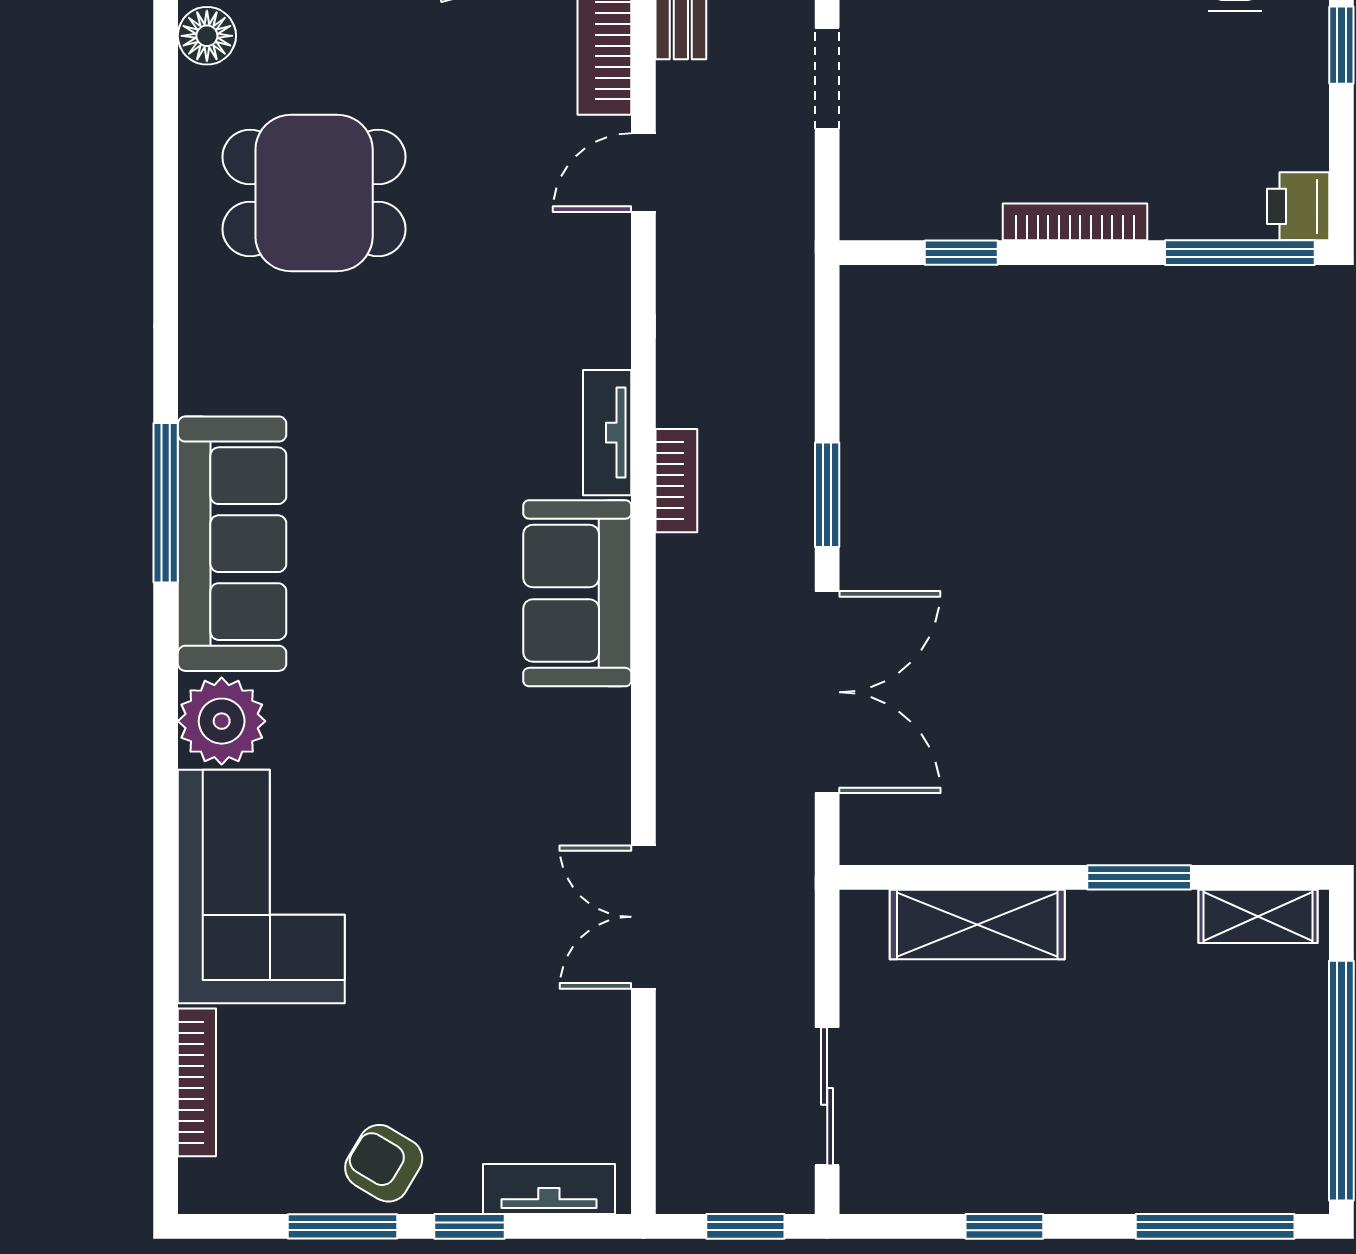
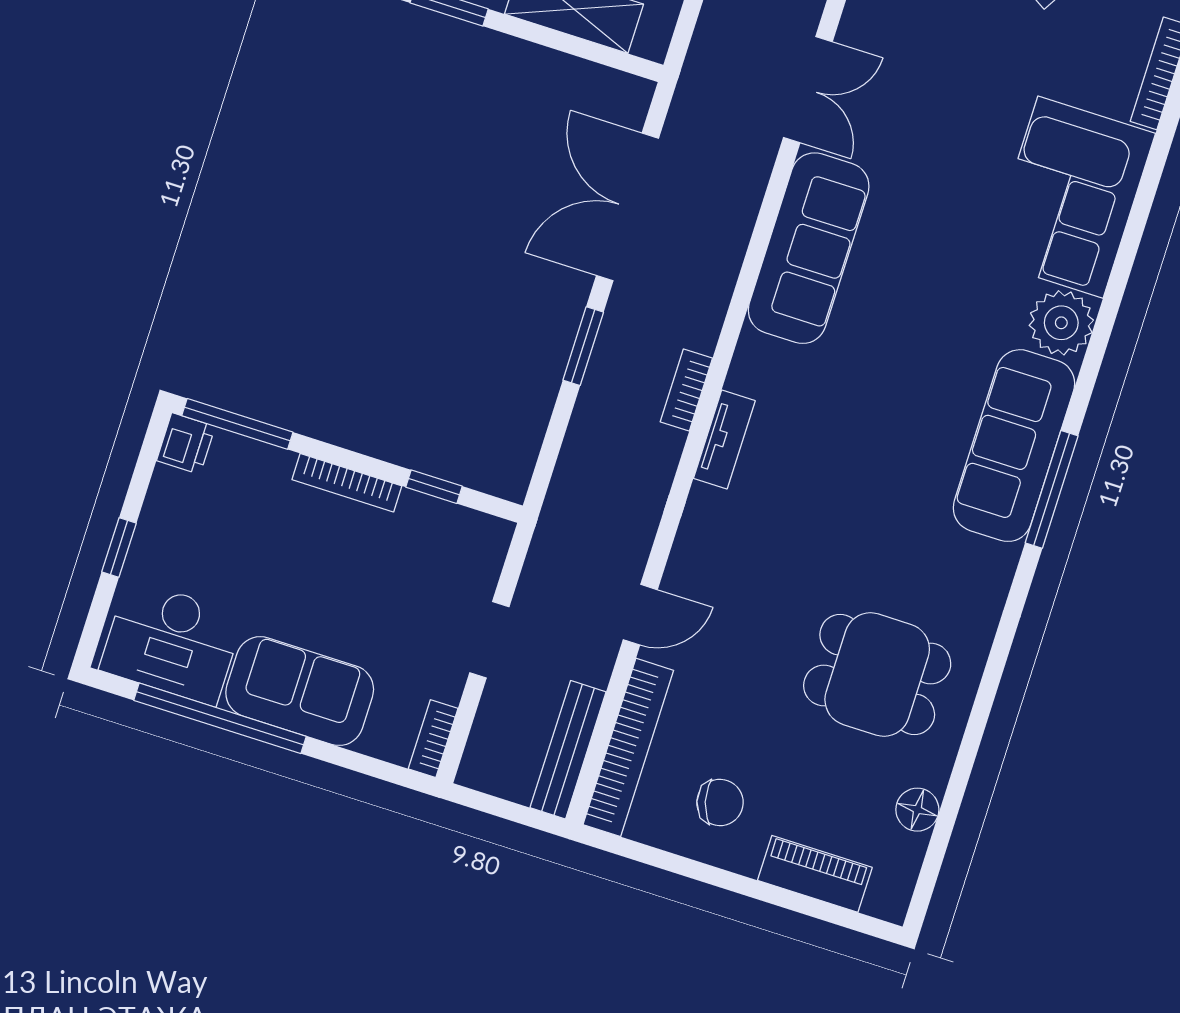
sofa: (577, 593) -> (809, 248), moved, width x1.36

